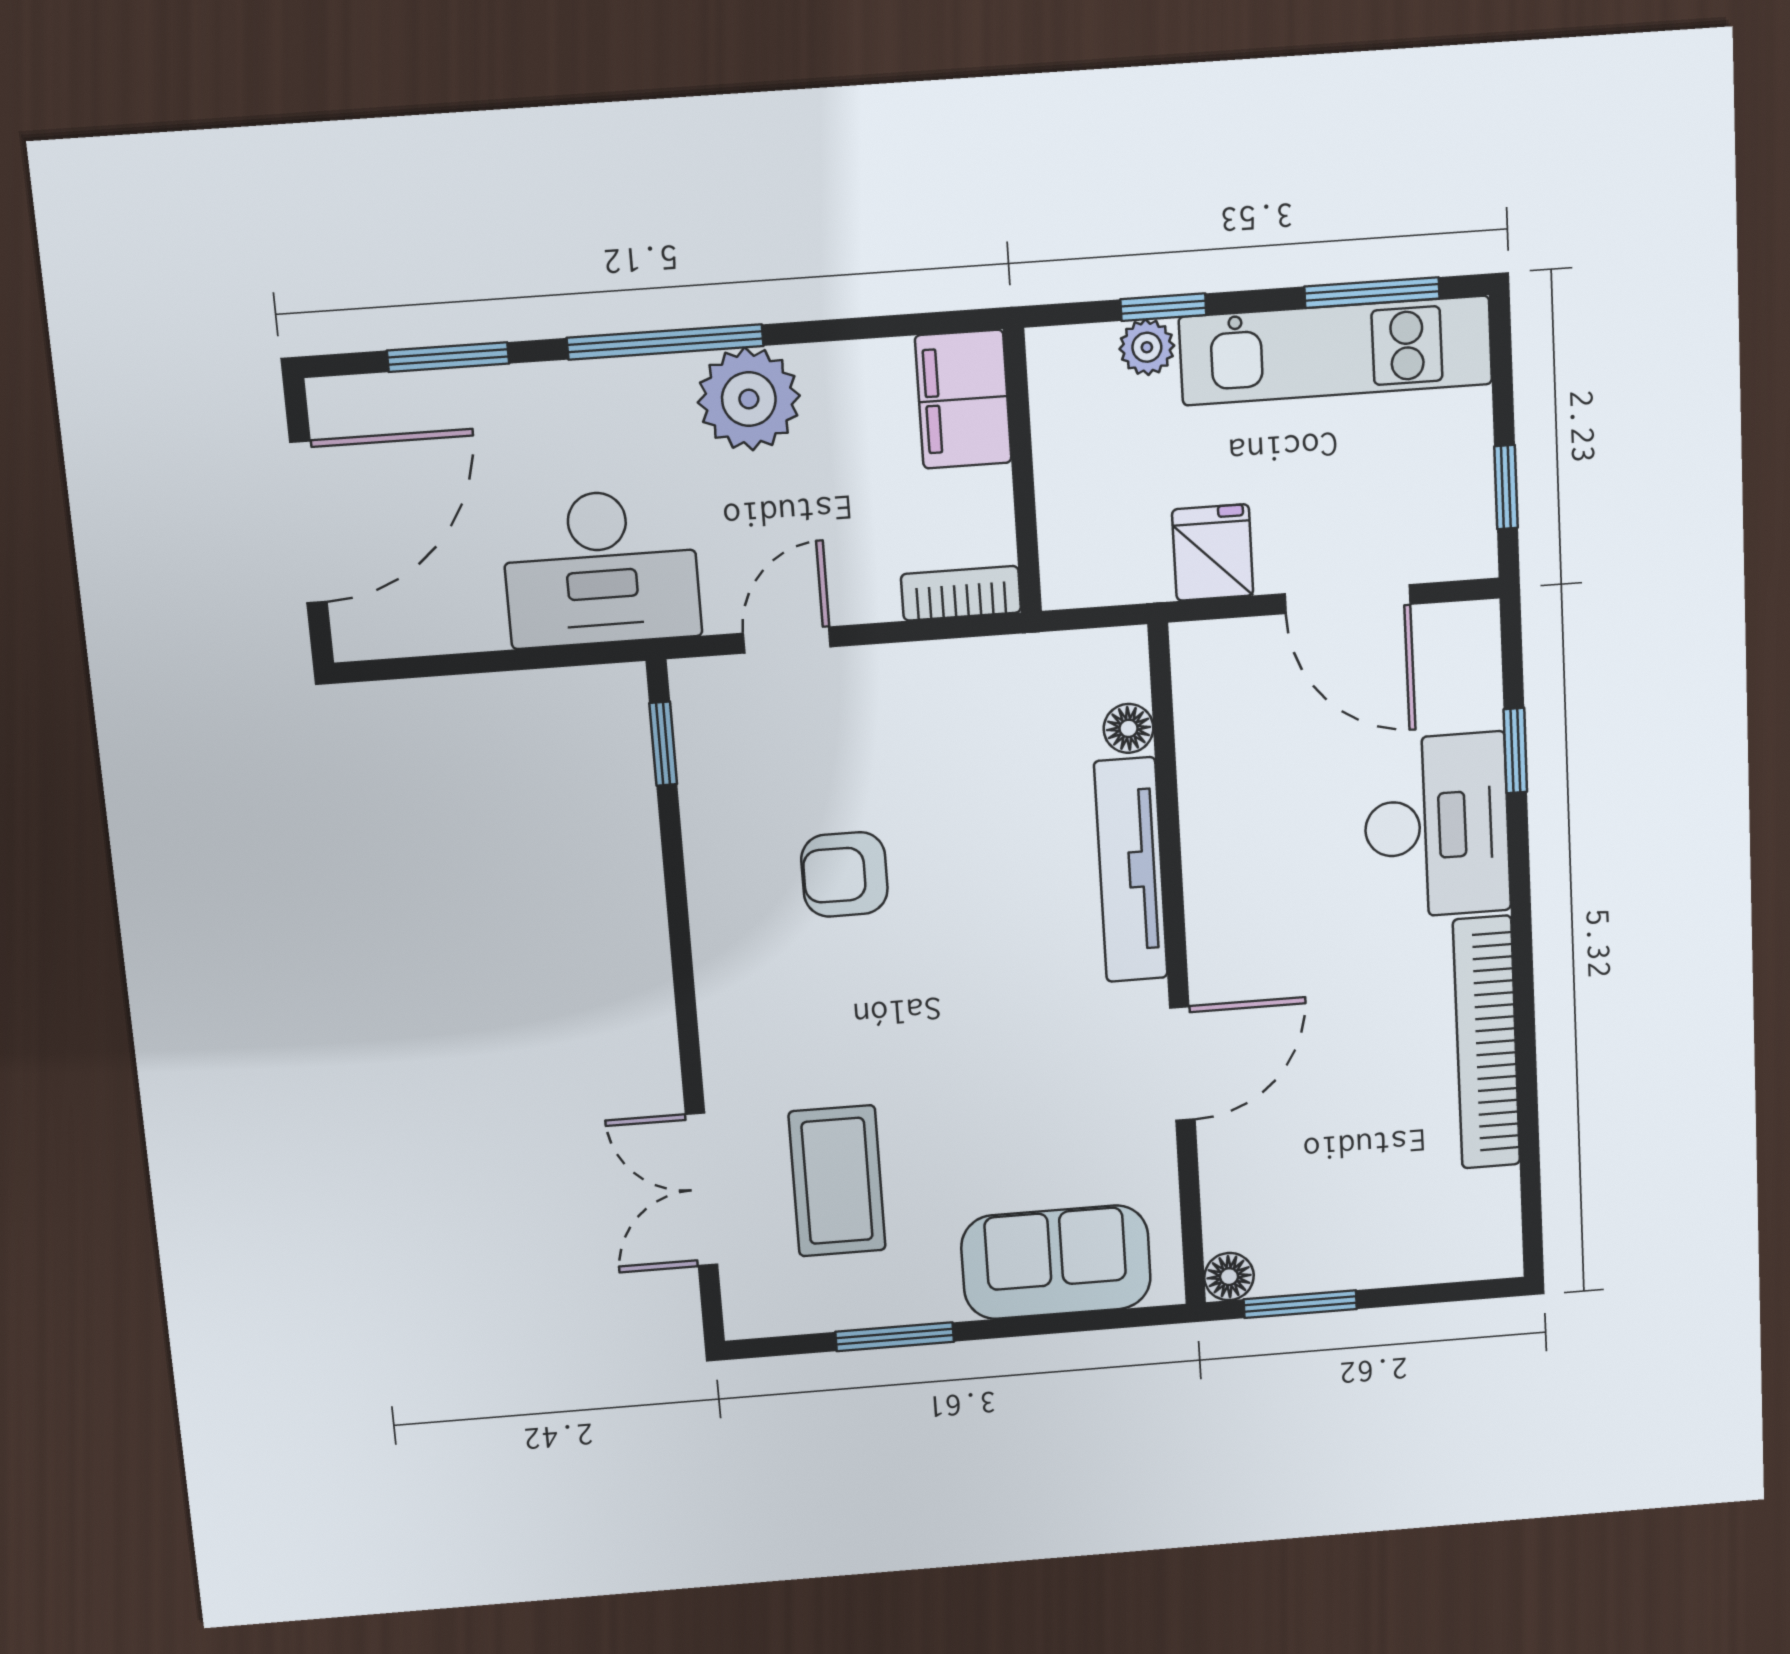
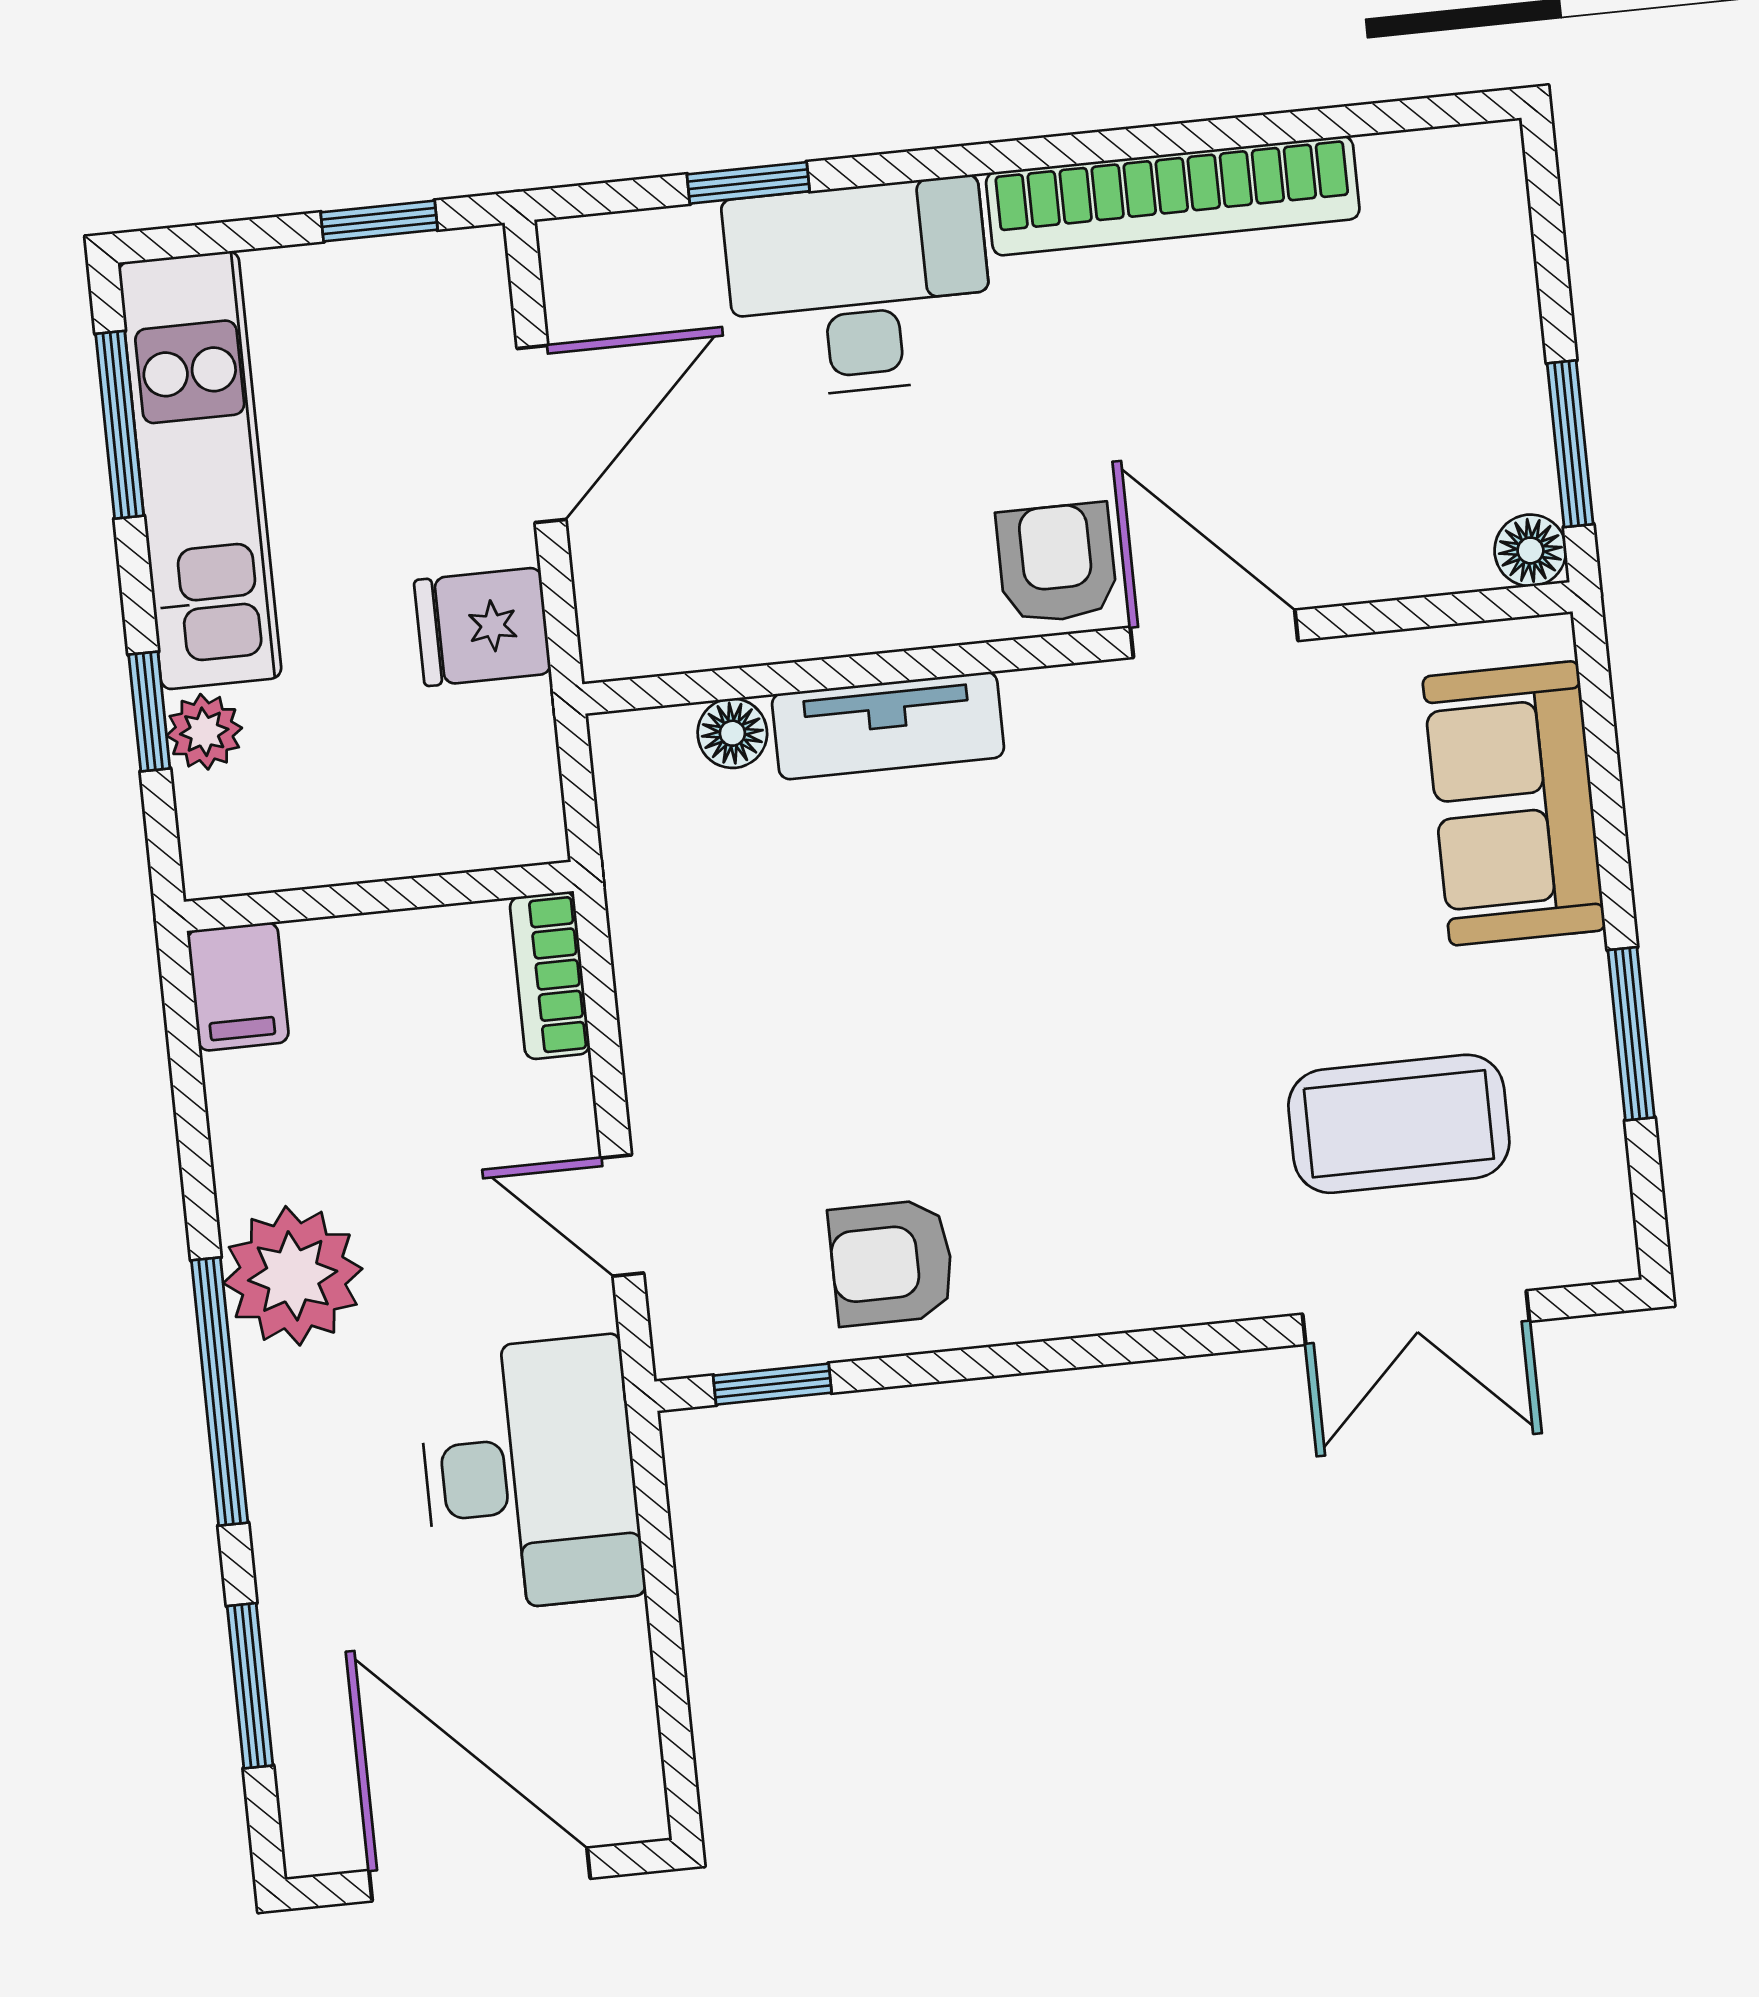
filing cabinet: (963, 399) -> (238, 986), width x0.50
tv unit: (1131, 870) -> (888, 726), width x0.71
armchair: (844, 874) -> (892, 1263), moved, turned 90
armchair: (1237, 957) -> (1057, 563), added

